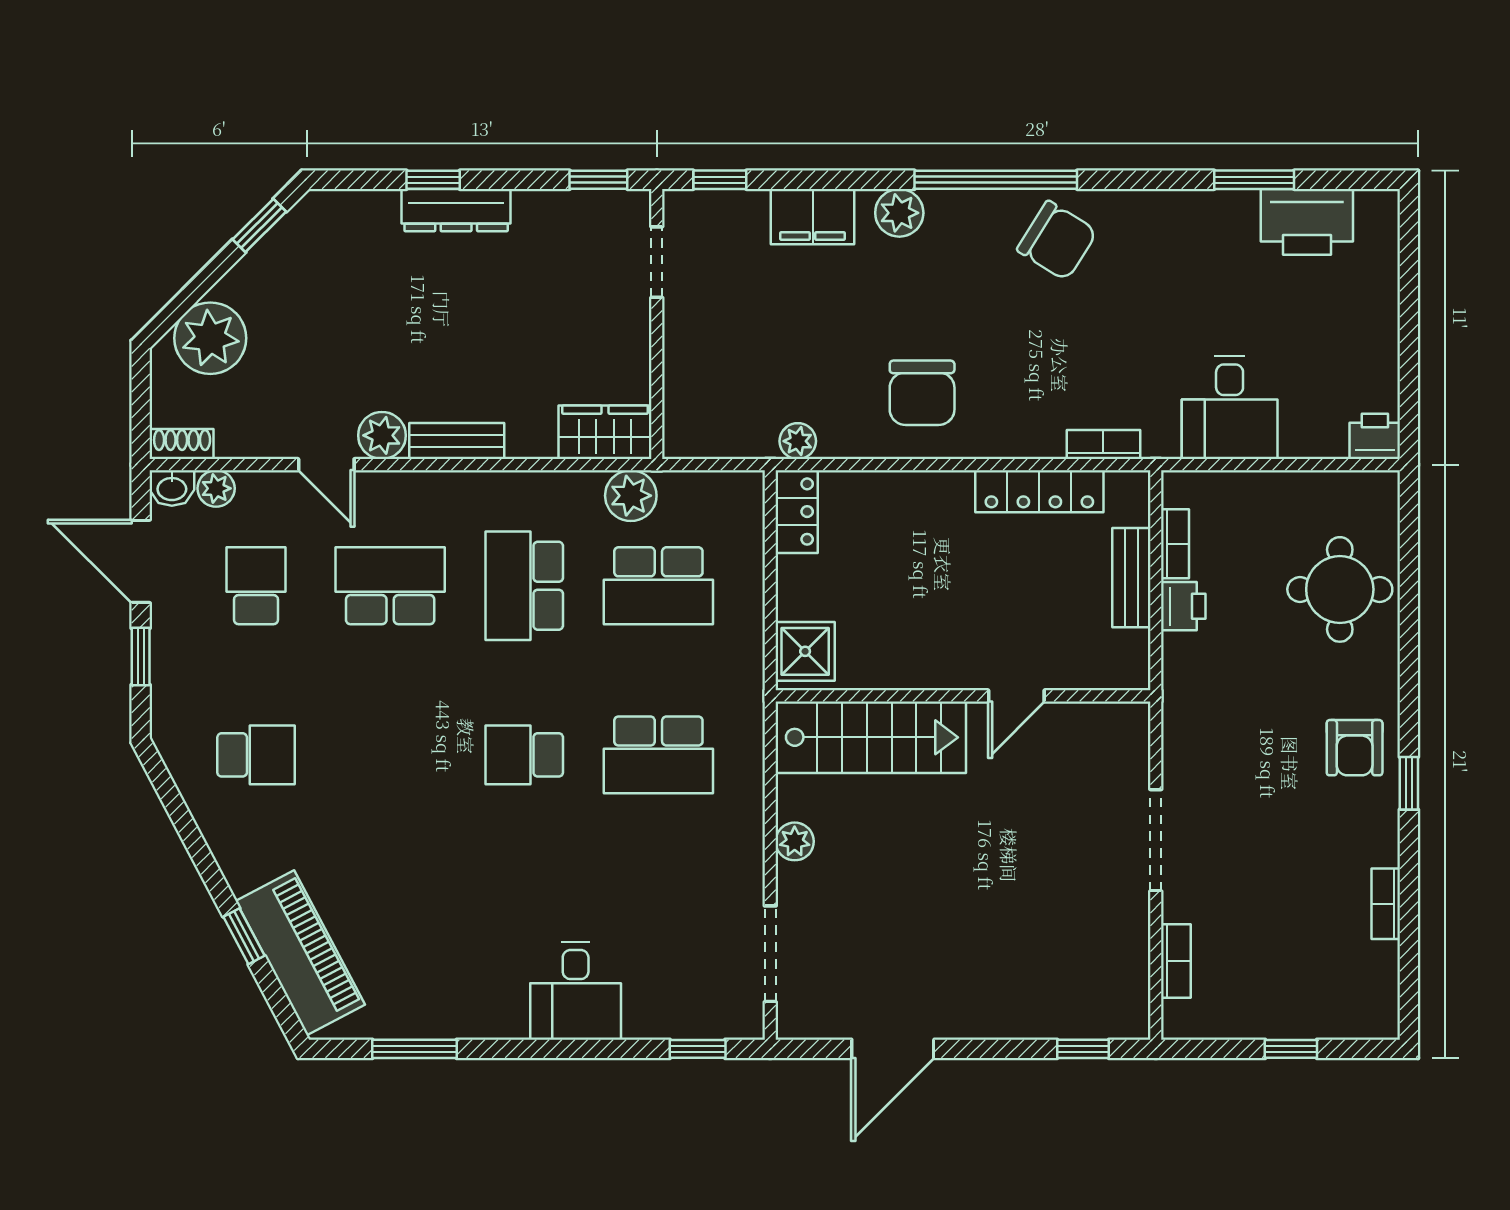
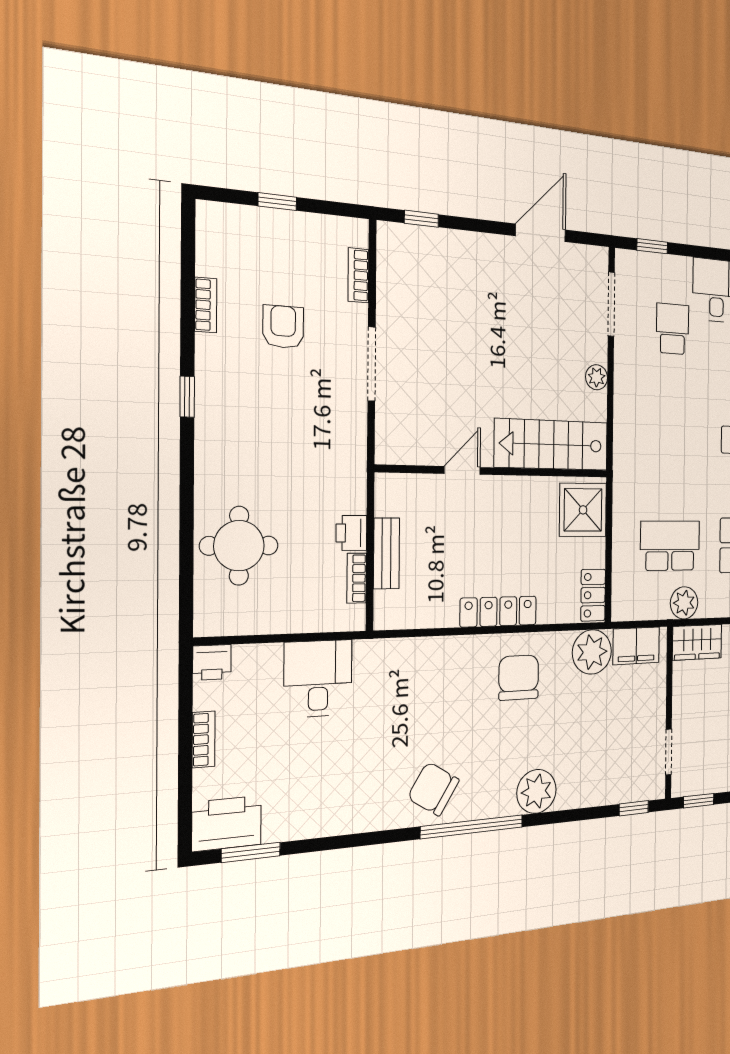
window: (1254, 180) -> (251, 852), moved
plant: (899, 213) -> (536, 791), width x1.36, depth x1.36
filing cabinet: (813, 217) -> (636, 646), moved, turned 180
printer: (1307, 222) -> (227, 823), moved
plant: (798, 441) -> (592, 652), width x1.87, depth x1.87
bookcase: (1103, 444) -> (204, 739), moved, turned -90
locker: (1039, 491) -> (498, 612), moved
shower: (805, 651) -> (583, 510), width x1.36, depth x1.36
armchair: (1355, 748) -> (283, 327), moved
school desk: (658, 755) -> (673, 329), moved, width x0.54

